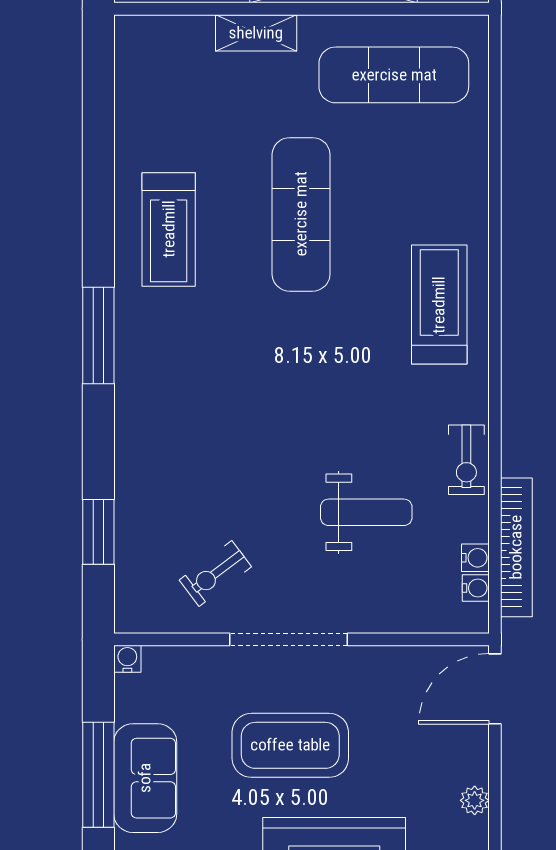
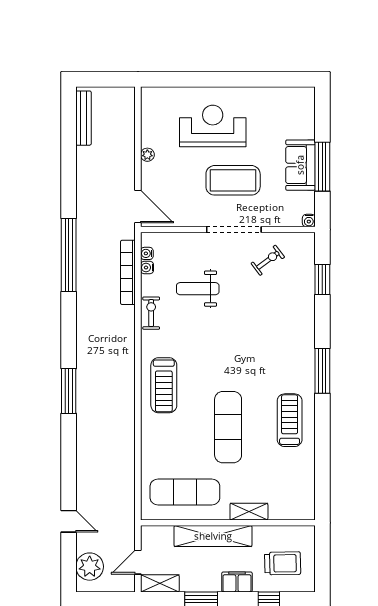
door: (495, 689) -> (138, 207), hinge flipped

